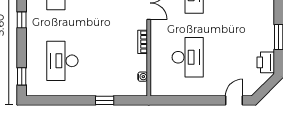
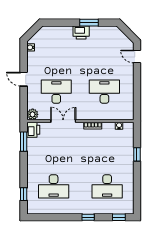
window: (22, 20) -> (88, 217), moved
printer: (266, 62) -> (81, 32), moved

